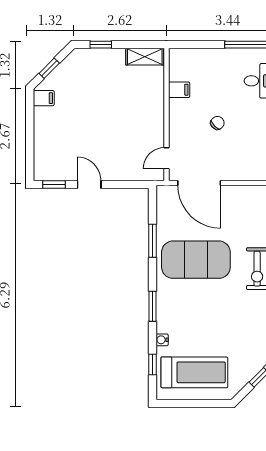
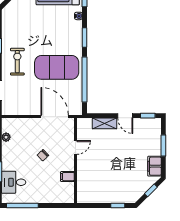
shelving: (145, 57) -> (105, 123), moved
filing cabinet: (44, 98) -> (154, 166), width x2.00
window: (30, 138) -> (163, 146), added
door: (166, 158) -> (76, 147), moved
window: (153, 241) -> (85, 80), width x2.11

